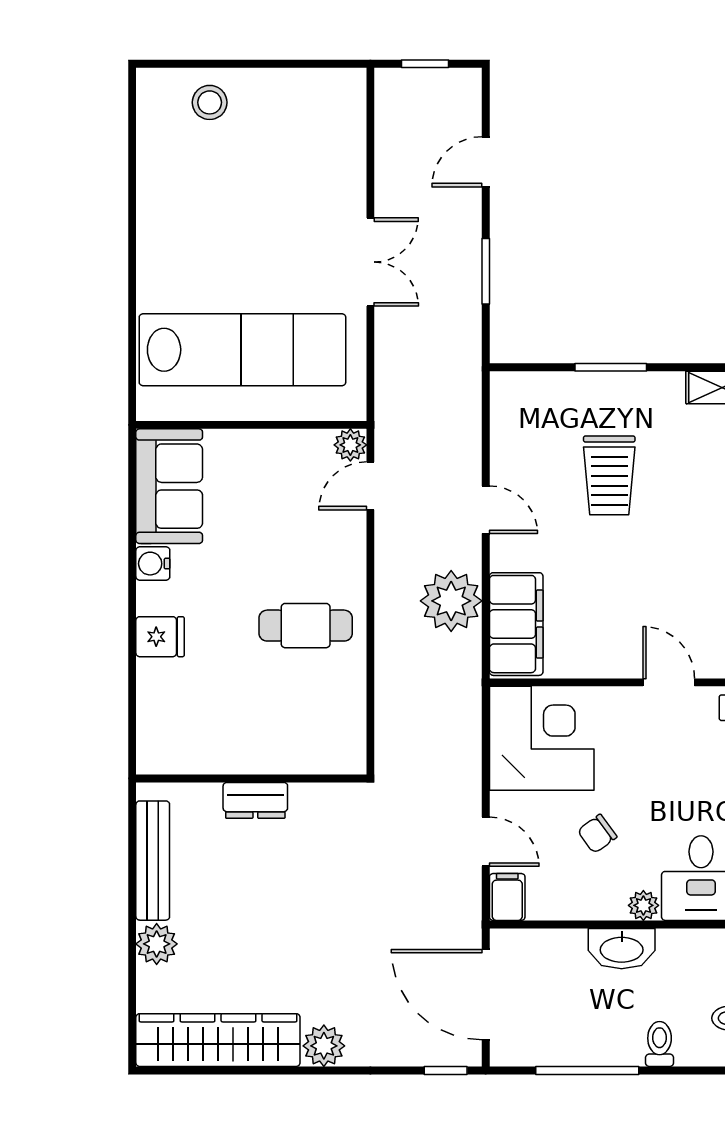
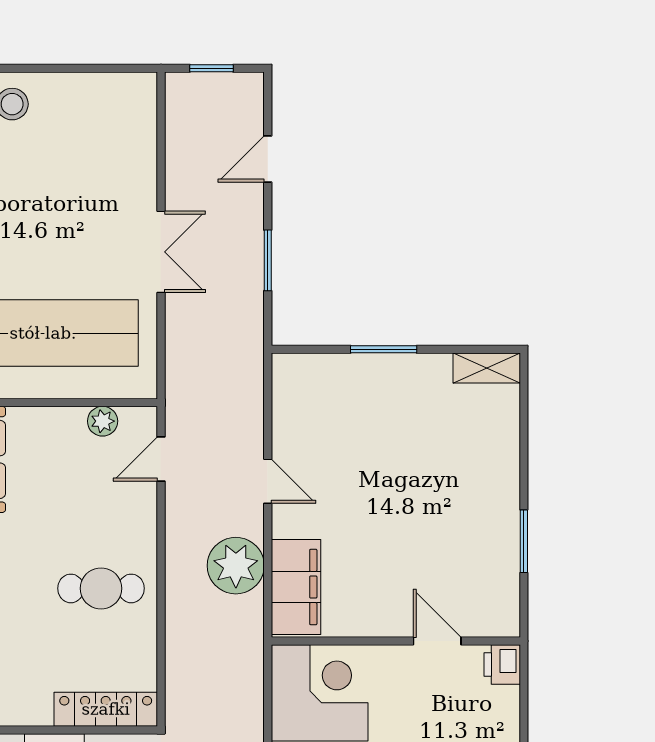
plant: (350, 445) -> (103, 421), moved
trolley: (609, 475) -> (382, 449), removed
locker: (311, 756) -> (106, 709), added

